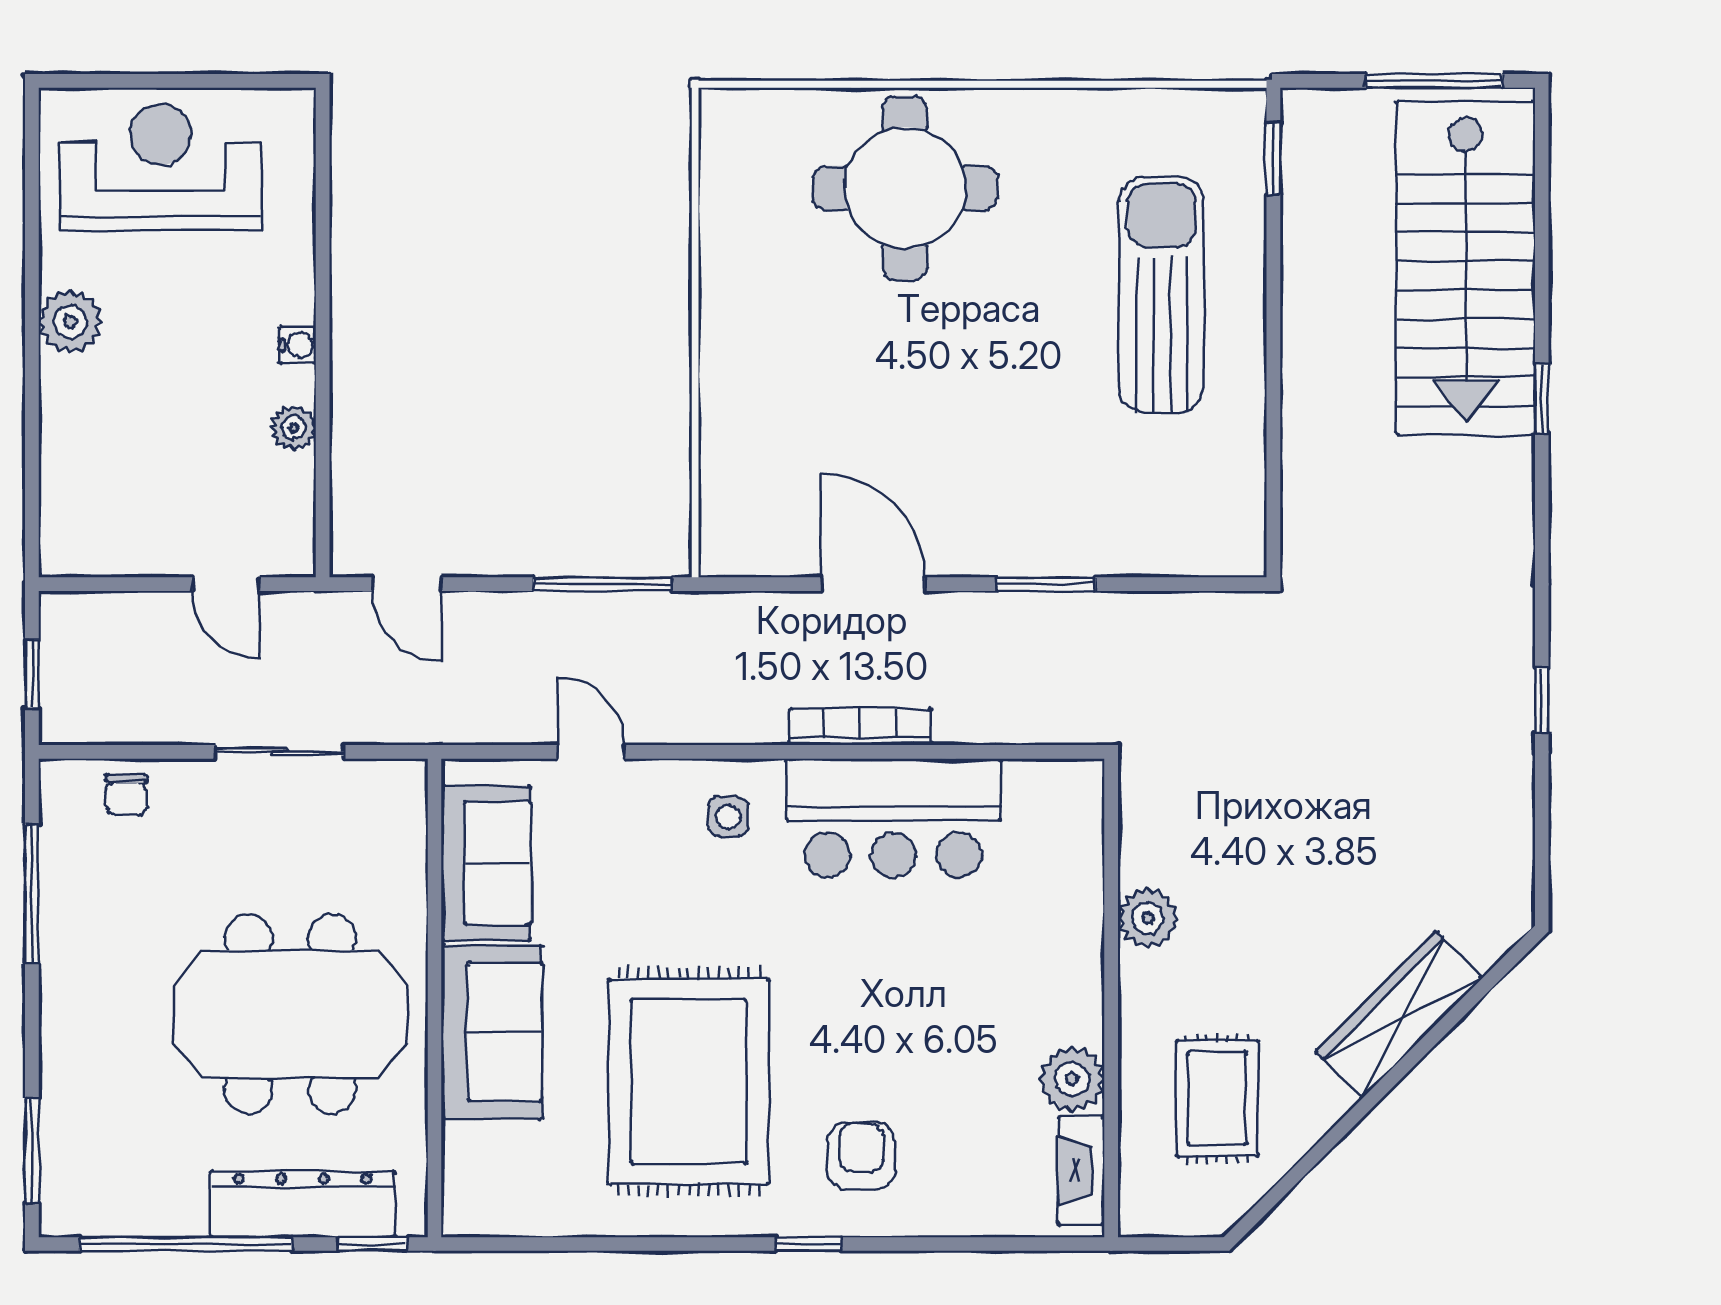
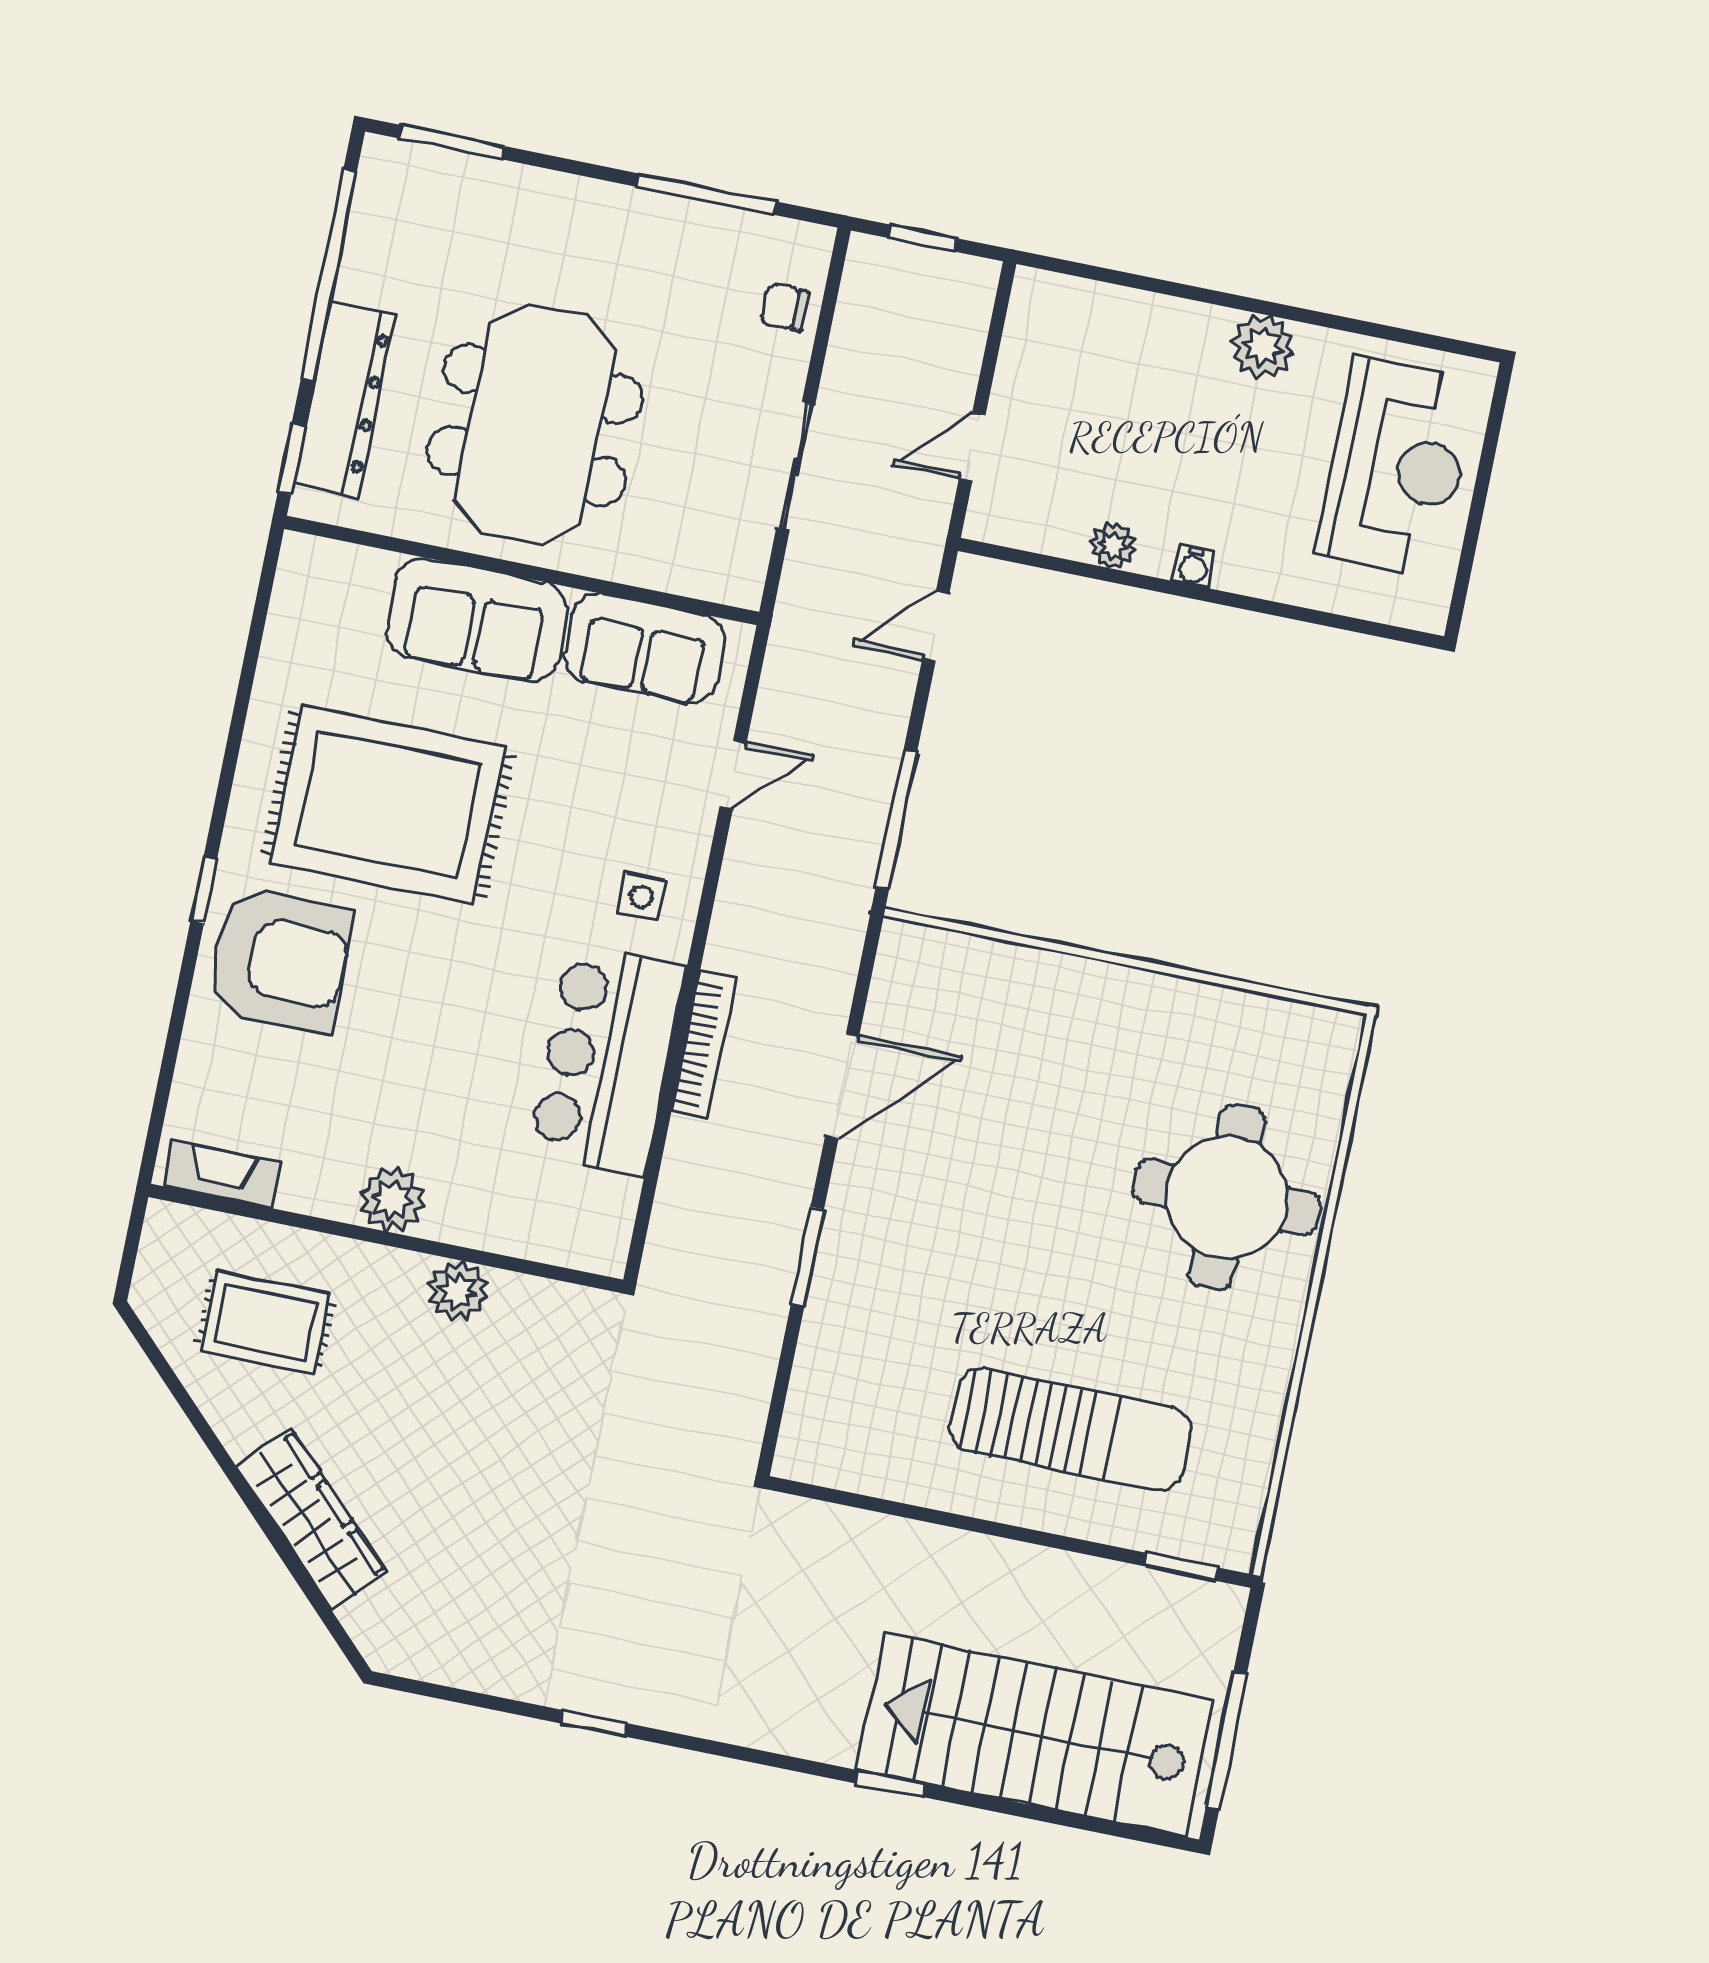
plant: (1072, 1079) -> (392, 1199), moved
armchair: (861, 1156) -> (280, 960), width x1.88, depth x1.88

